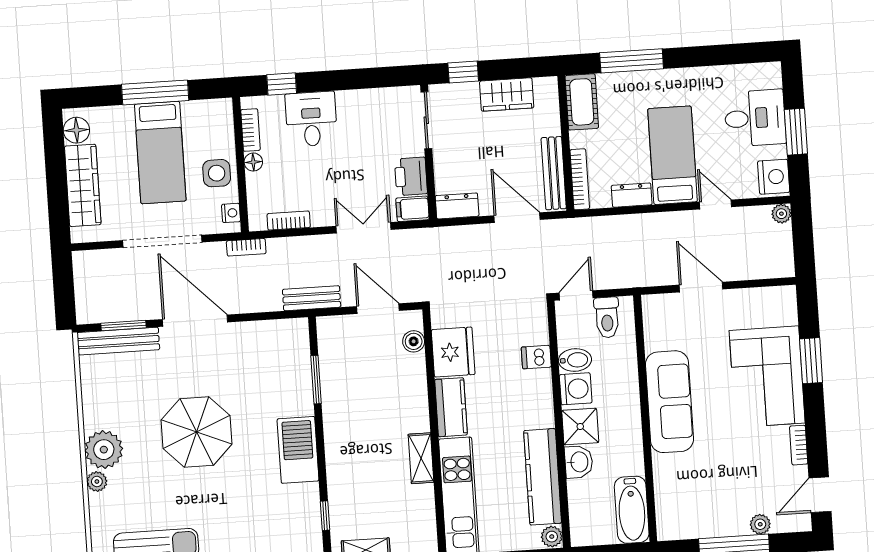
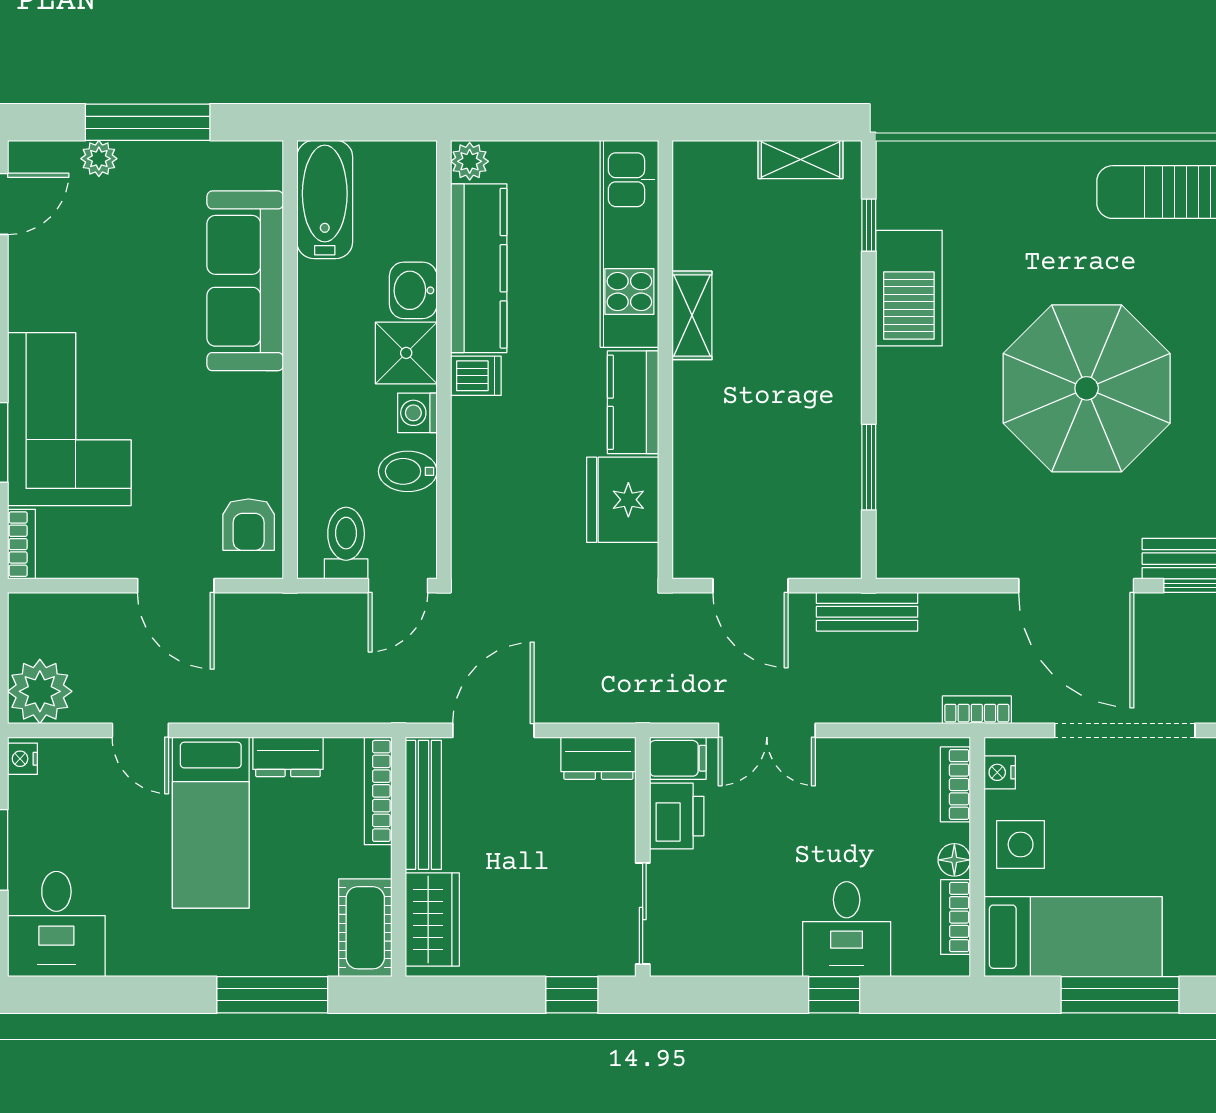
window: (282, 84) -> (834, 995), moved
wardrobe: (507, 95) -> (432, 919), moved, turned 90
desk: (755, 118) -> (56, 924), moved, turned -90
bed: (160, 153) -> (1073, 937), moved, turned 90
nightstand: (774, 177) -> (22, 759), width x0.53, depth x0.56
plant: (781, 214) -> (40, 691), width x1.87, depth x1.87
door: (517, 218) -> (493, 730), swing flipped
bookcase: (289, 221) -> (955, 784), moved, turned 90
armchair: (662, 324) -> (249, 525), added
boiler: (414, 341) -> (691, 523), removed
dishwasher: (536, 357) -> (476, 376), moved
washing machine: (576, 389) -> (417, 413), width x0.73, depth x0.73
sofa: (669, 402) -> (245, 281), moved
parasol: (197, 432) -> (1087, 388), width x1.36, depth x1.36
bookcase: (799, 445) -> (21, 544), moved
barbecue: (298, 450) -> (909, 288), moved

